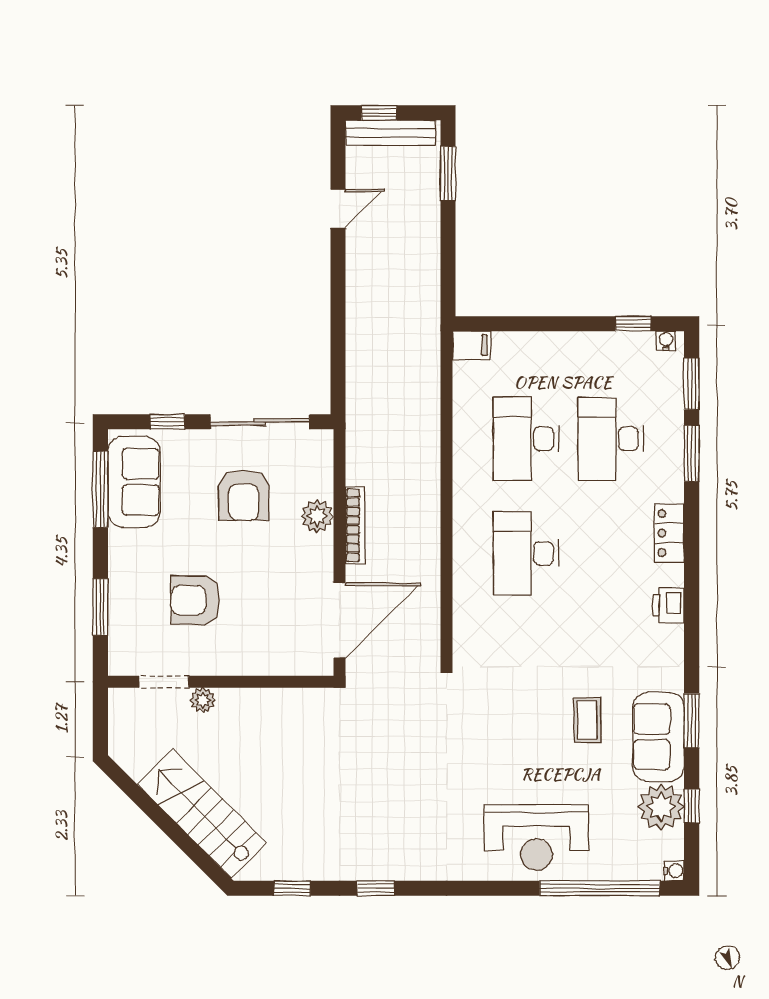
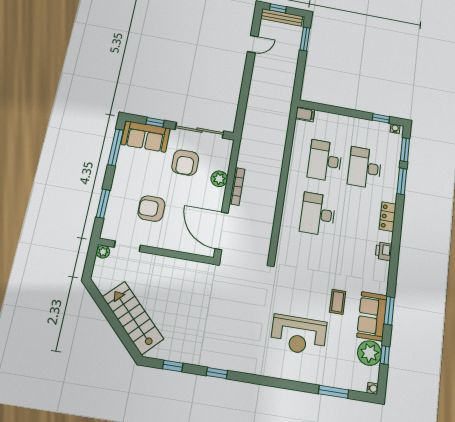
sofa: (134, 482) -> (146, 136), moved, turned 90
door: (340, 620) -> (222, 231), swing flipped
plant: (203, 700) -> (103, 252), moved
reception desk: (536, 837) -> (299, 335), moved
window: (600, 888) -> (333, 392), width x0.47

